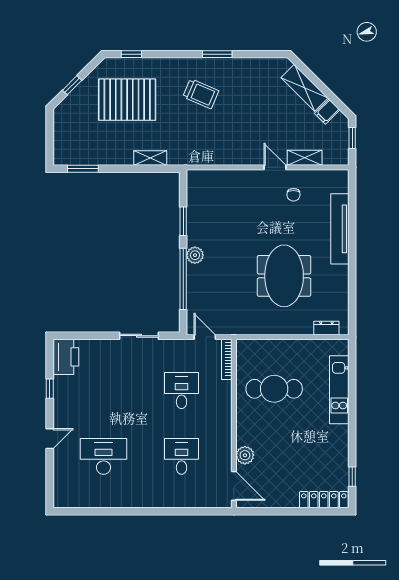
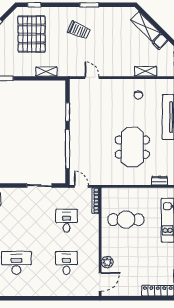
pallet: (127, 100) -> (32, 34), turned 90
door: (275, 167) -> (92, 78), moved
plant: (195, 255) -> (75, 134), removed
door: (234, 486) -> (100, 282), hinge flipped

